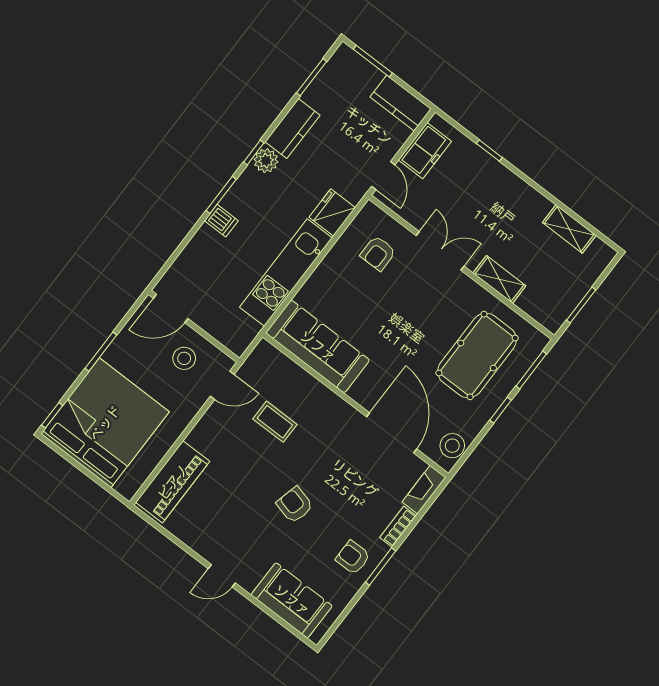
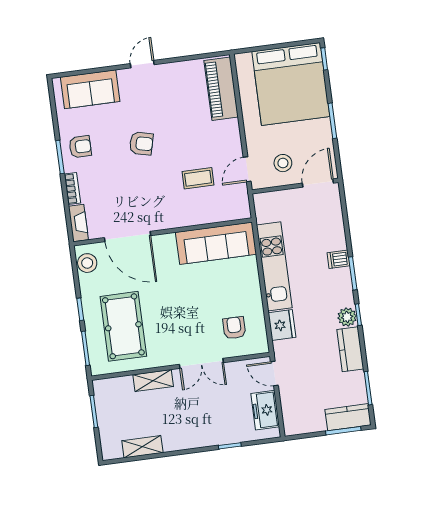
kitchen counter: (401, 103) -> (348, 417), moved

